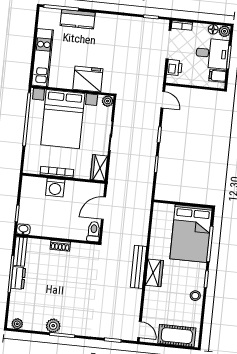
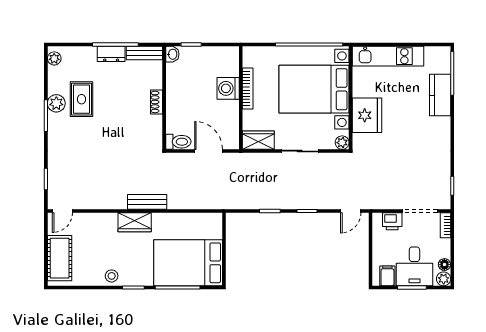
bench: (139, 267) -> (147, 202), width x0.73
rug: (52, 305) -> (81, 99), added

